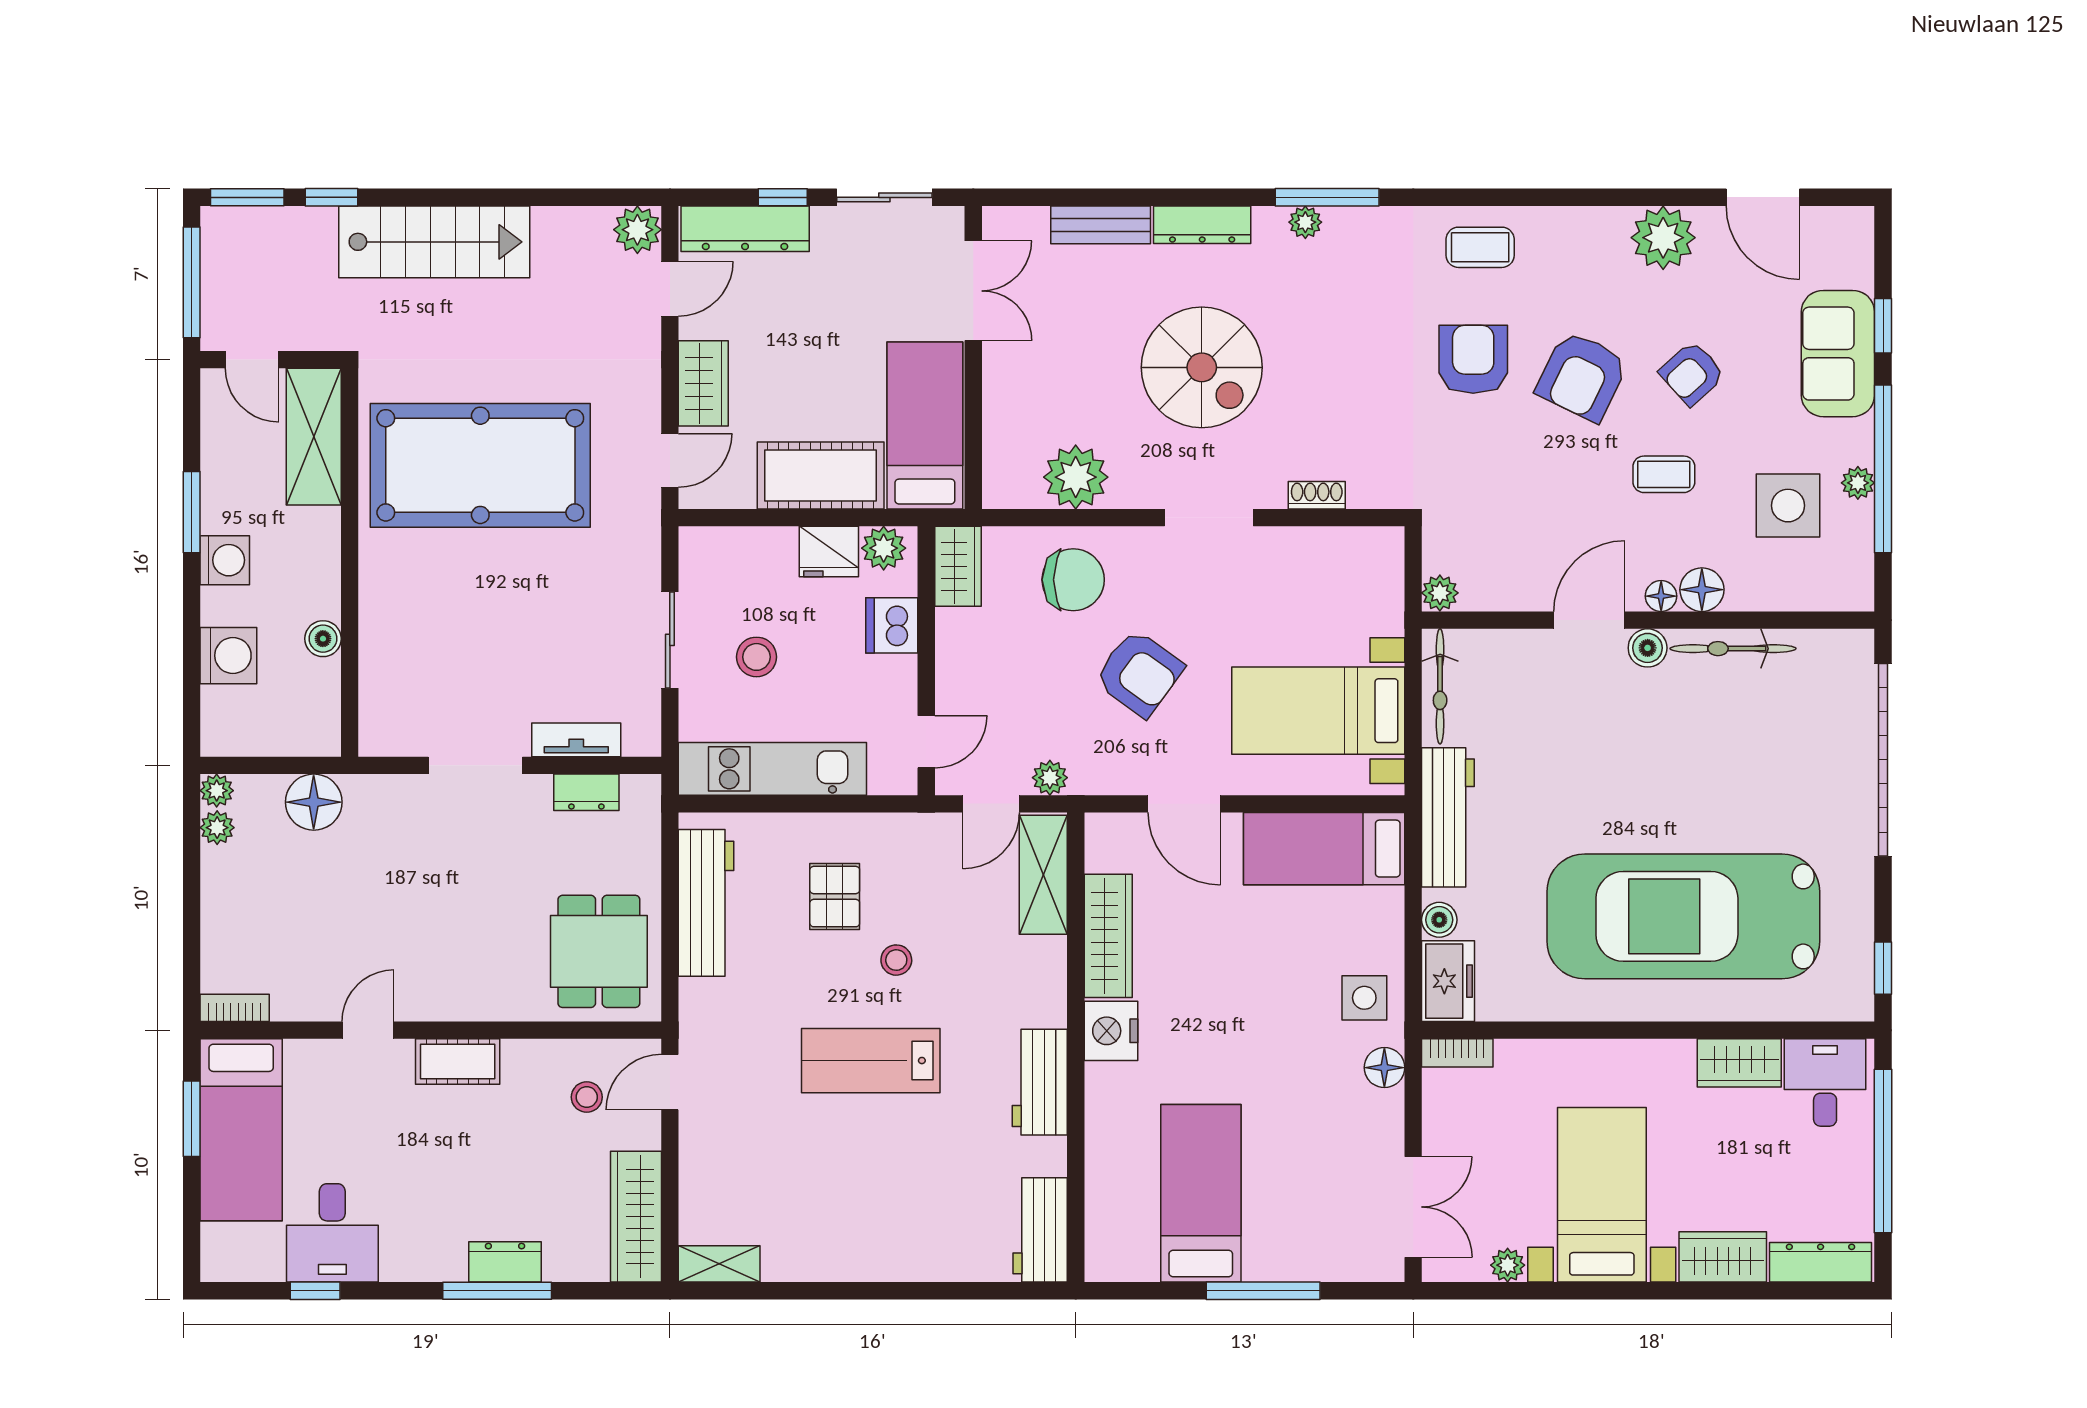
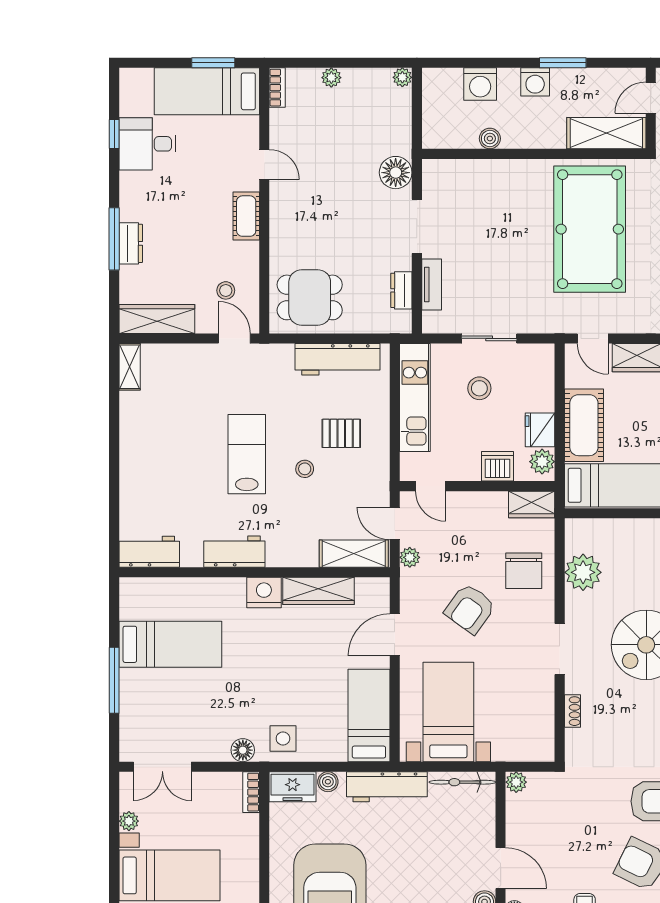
floor lamp: (314, 802) -> (396, 173), moved
plant: (217, 828) -> (331, 78), moved

